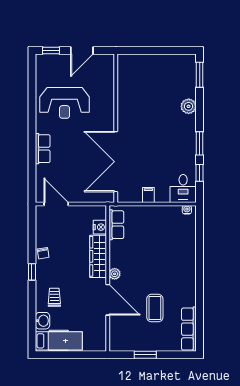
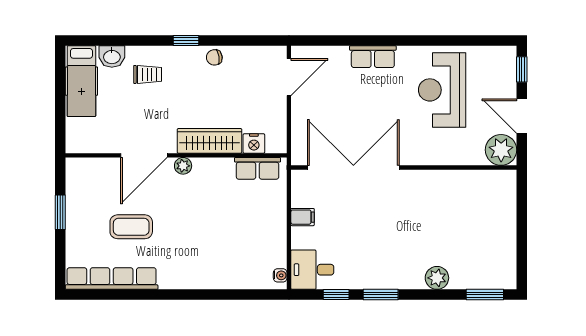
plant: (104, 64) -> (501, 150), added
row of seats: (189, 329) -> (112, 279), width x1.36

